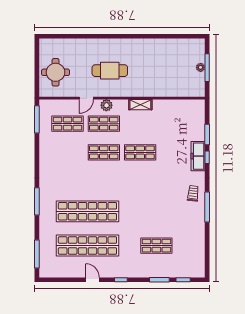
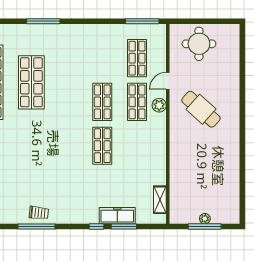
cafe table: (110, 71) -> (201, 109), turned -48
door: (86, 98) -> (168, 81), hinge flipped
shelving: (140, 105) -> (160, 200), moved
freezer: (198, 156) -> (117, 216), moved
trolley: (193, 193) -> (39, 213), moved
shop shelf: (87, 211) -> (31, 82), width x0.71

